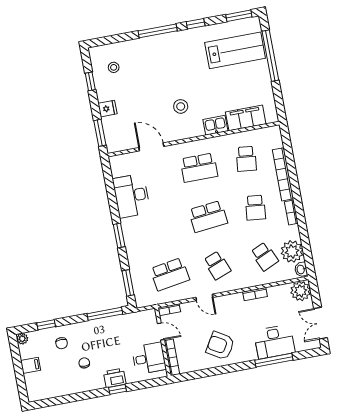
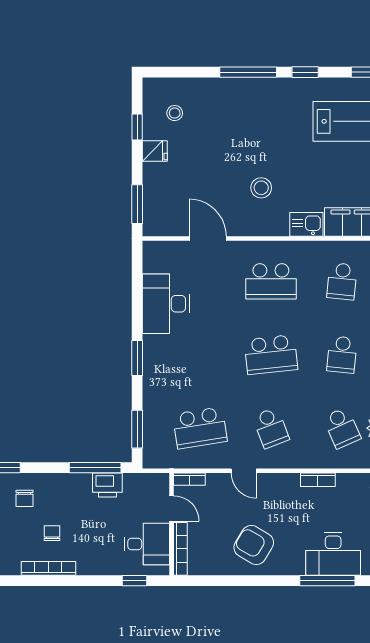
fridge: (108, 109) -> (155, 151), moved
printer: (115, 378) -> (107, 485), moved, turned 180
bookcase: (86, 387) -> (48, 568), added
window: (117, 389) -> (135, 581), moved

